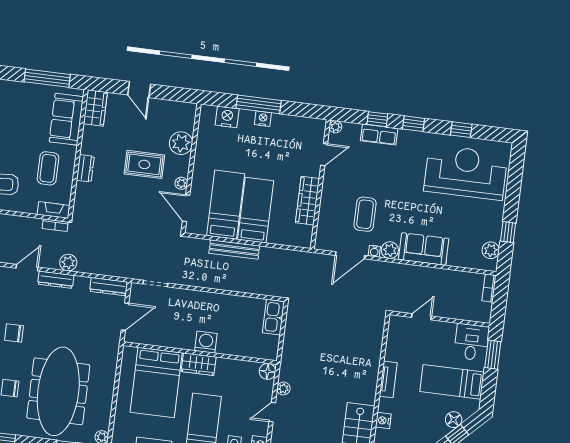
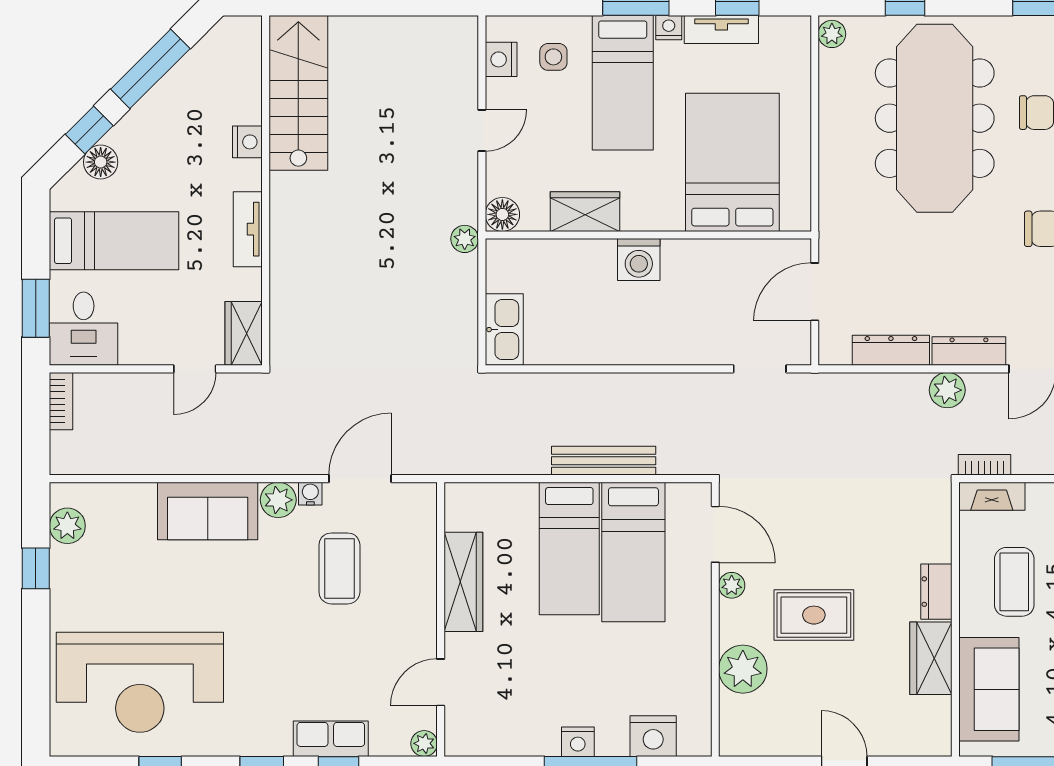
wardrobe: (95, 108) -> (931, 658), moved
dresser: (109, 287) -> (891, 350), moved
bookcase: (489, 288) -> (61, 401), moved
wardrobe: (396, 331) -> (244, 333), added
wardrobe: (199, 364) -> (585, 212), moved
plant: (283, 388) -> (465, 239), moved

